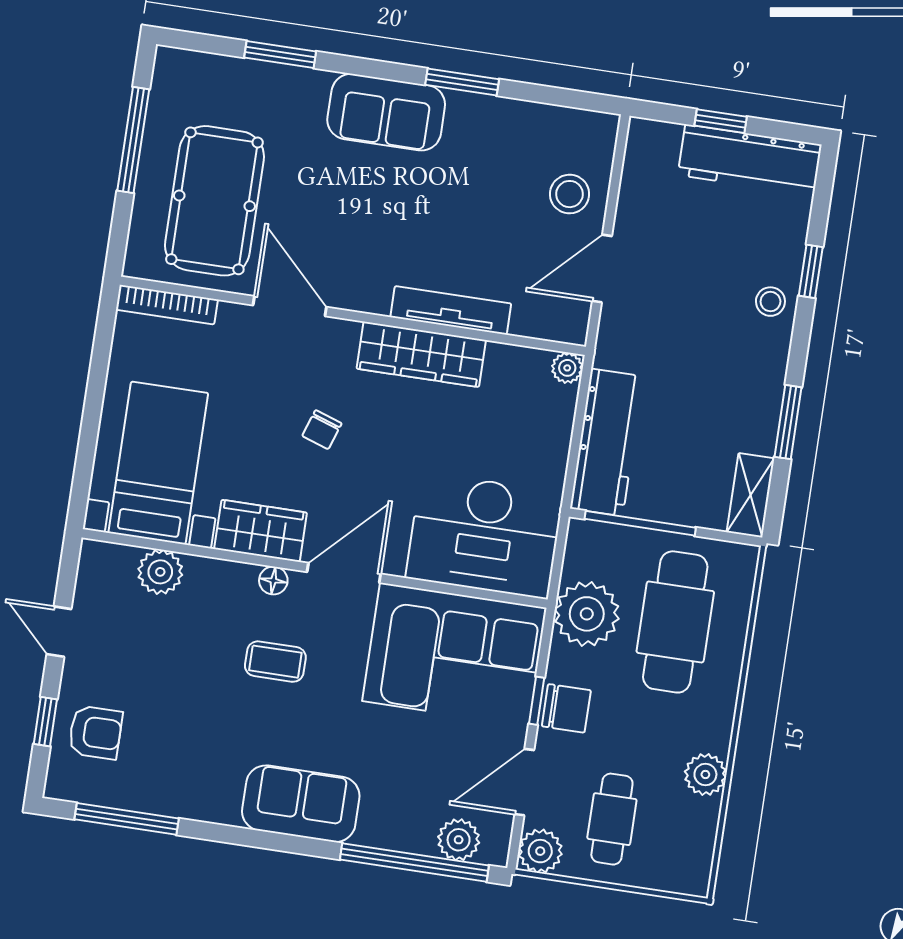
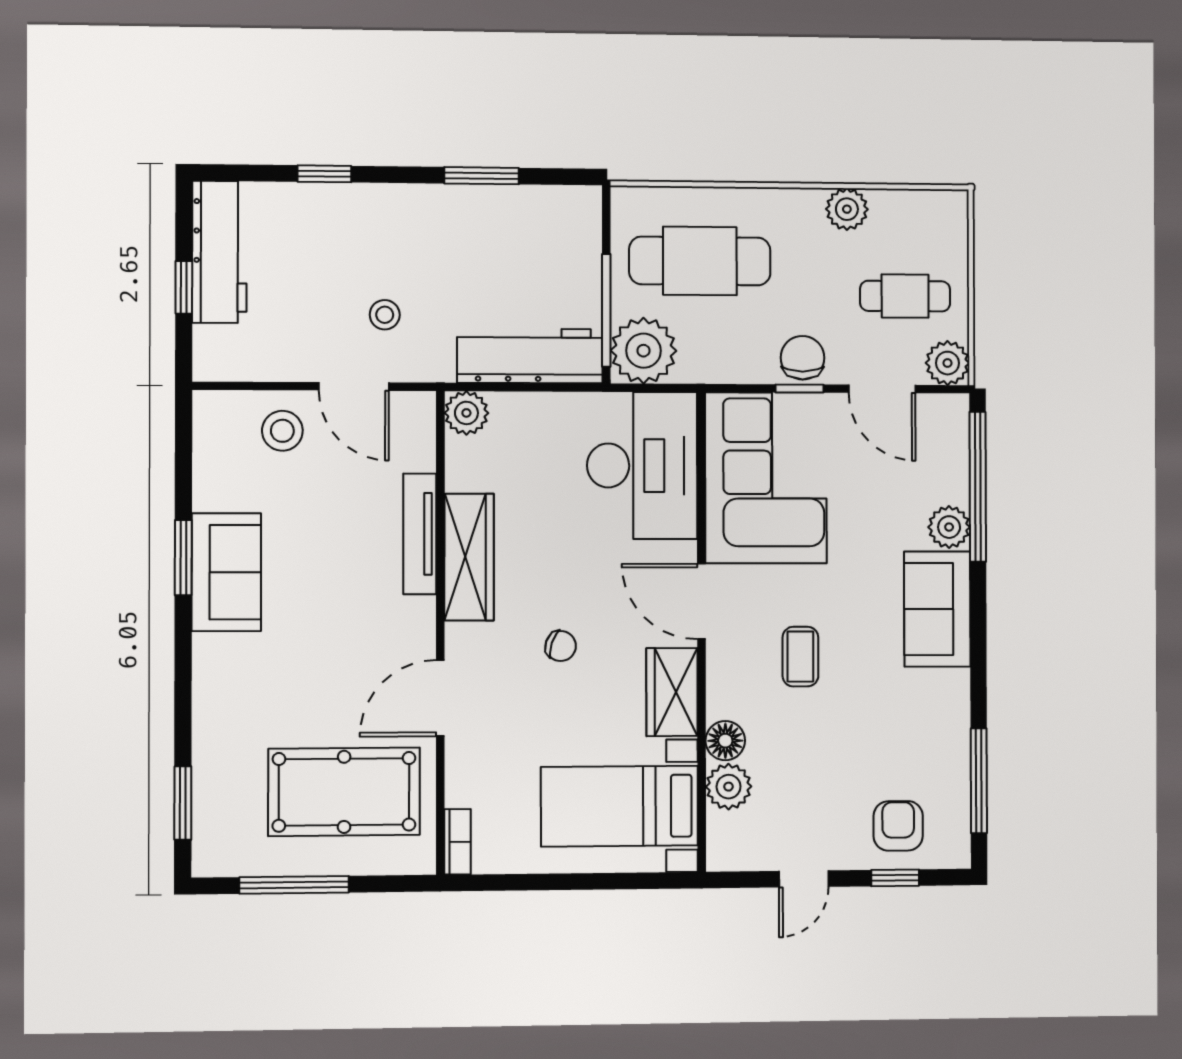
window: (280, 54) -> (183, 803), moved
sofa: (386, 112) -> (226, 572), moved
stool: (770, 302) -> (385, 315), moved
bookcase: (167, 305) -> (458, 842), width x0.64
plant: (567, 368) -> (466, 413), width x1.38, depth x1.38
shelving: (750, 495) -> (561, 203), removed
floor lamp: (273, 581) -> (725, 741), moved, width x1.37, depth x1.37
plant: (587, 614) -> (643, 351), moved
plant: (459, 840) -> (949, 527), moved

